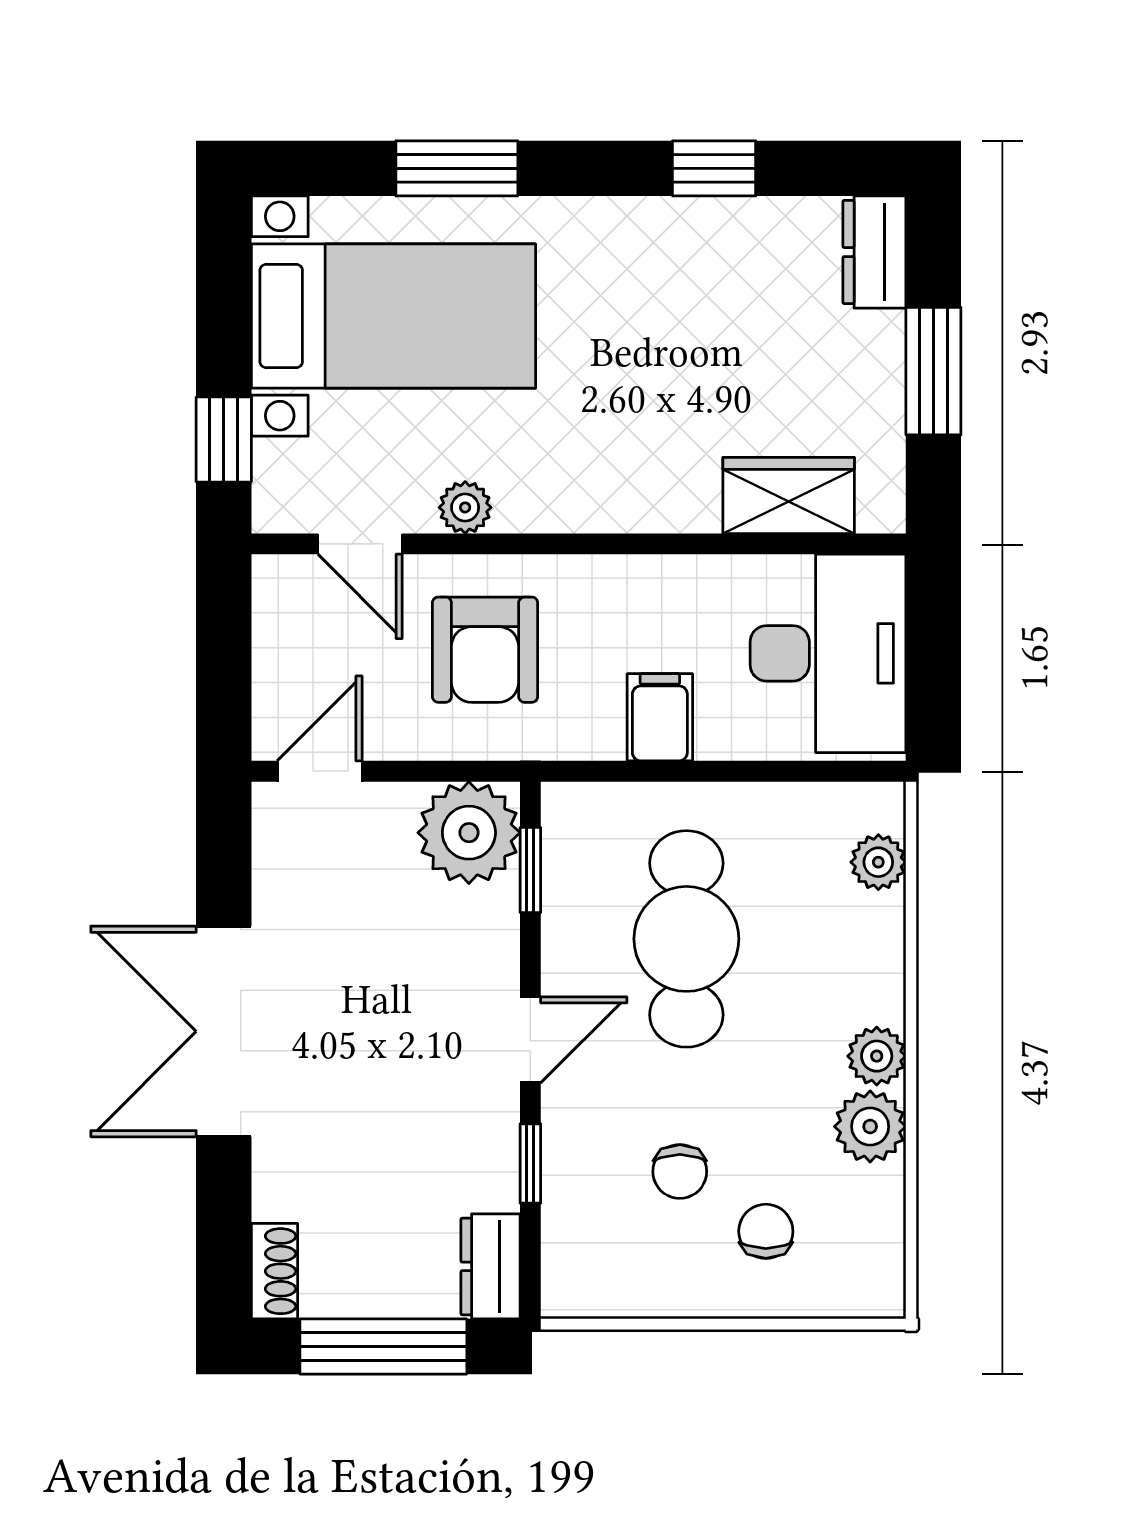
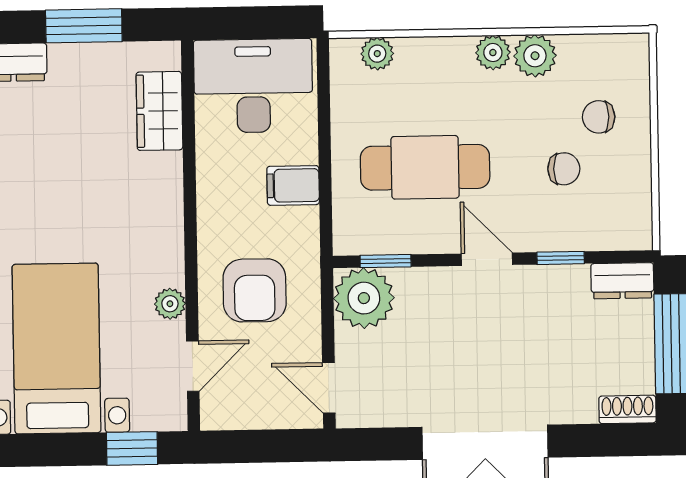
armchair: (485, 650) -> (255, 290), turned 90

